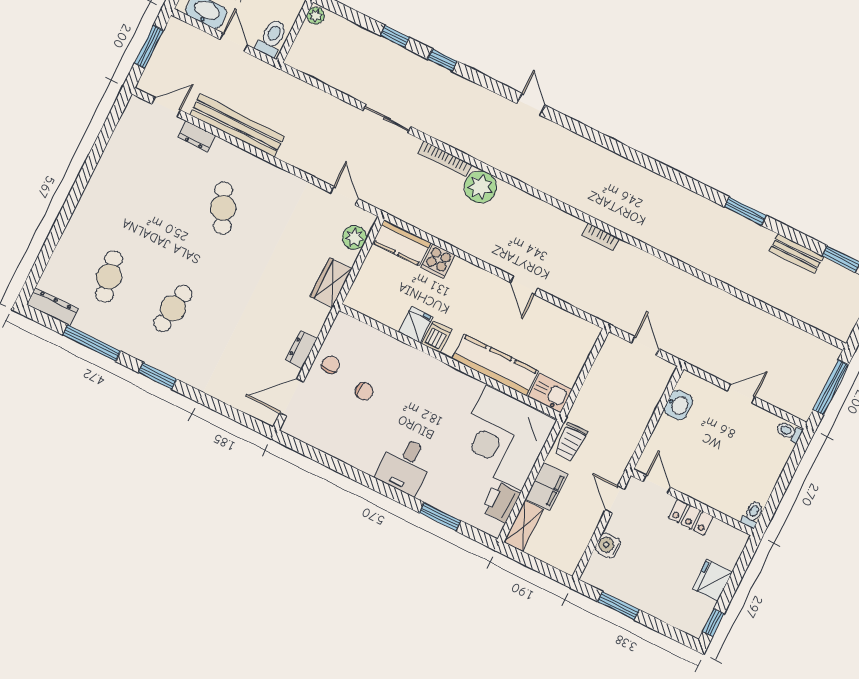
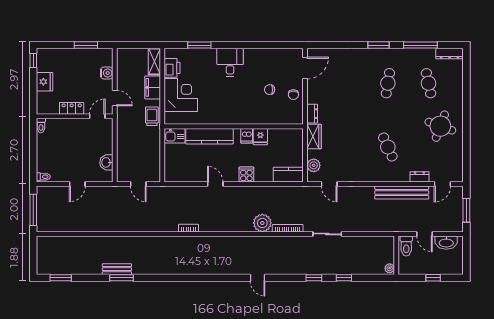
round table: (124, 200) -> (440, 126), added
bench: (796, 254) -> (117, 269), moved
cooker: (438, 261) -> (246, 175), moved
dresser: (301, 350) -> (312, 114), moved
corner desk: (504, 438) -> (181, 95), width x0.74, depth x0.74
door: (657, 484) -> (97, 116), swing flipped

